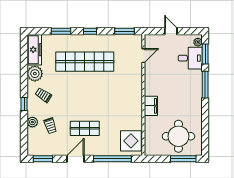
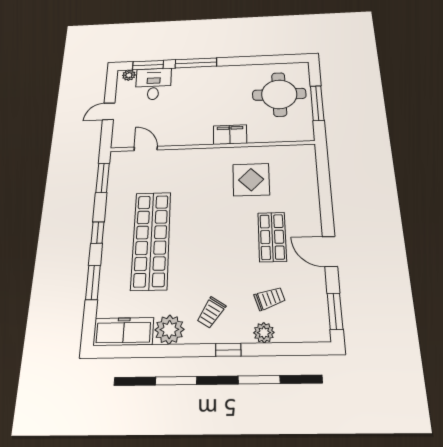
display table: (131, 141) -> (251, 180), moved
window: (112, 159) -> (325, 190), removed
window: (183, 159) -> (317, 103), moved

